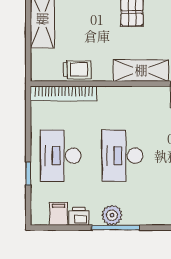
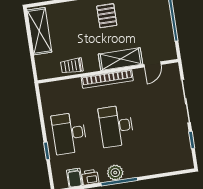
trolley: (77, 70) -> (72, 66), turned 180
bookcase: (64, 93) -> (107, 79), moved

